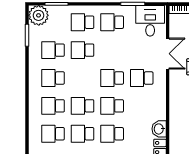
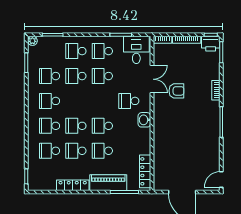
plant: (39, 15) -> (32, 41), width x0.53, depth x0.53
school desk: (112, 78) -> (102, 76), moved
washbasin: (159, 129) -> (144, 120), moved

